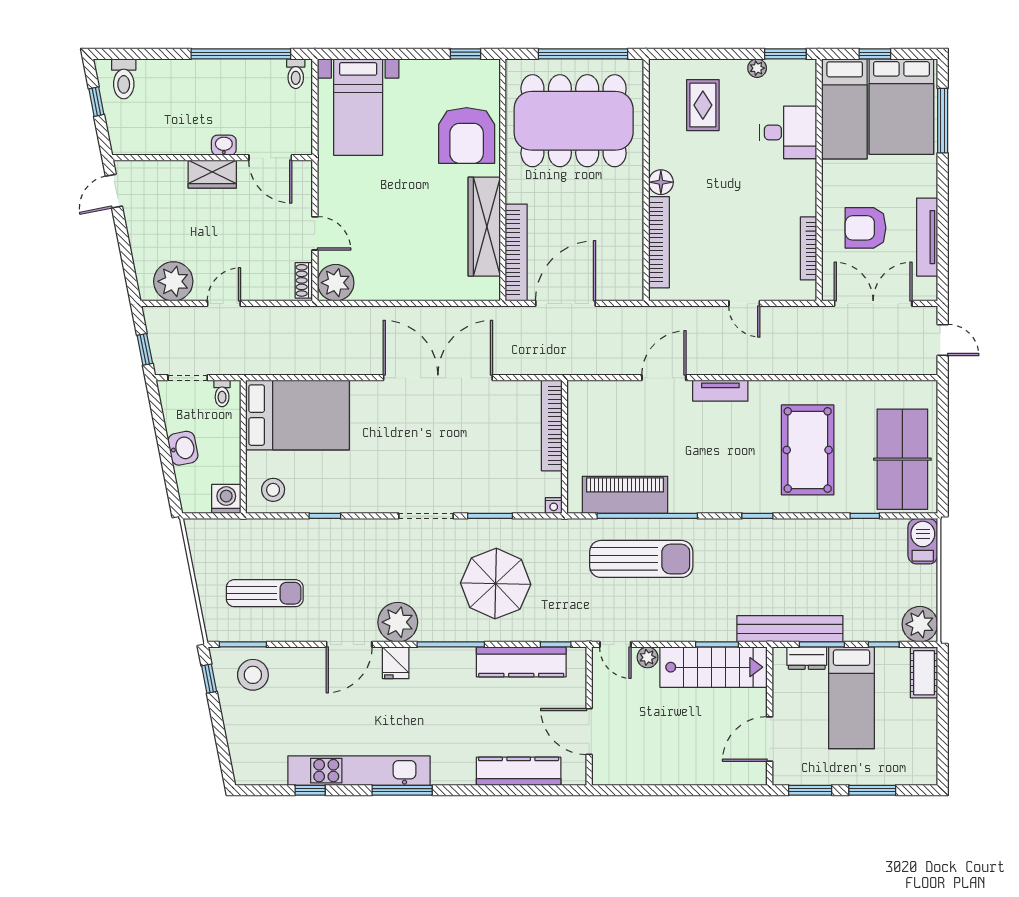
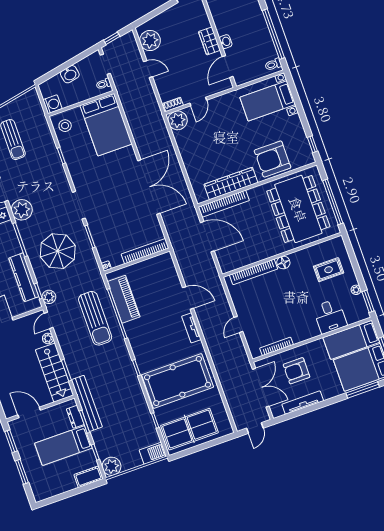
armchair: (866, 228) -> (297, 371), turned -90
pool table: (808, 450) -> (178, 381), width x1.36, depth x1.32
plant: (573, 629) -> (49, 297), added

